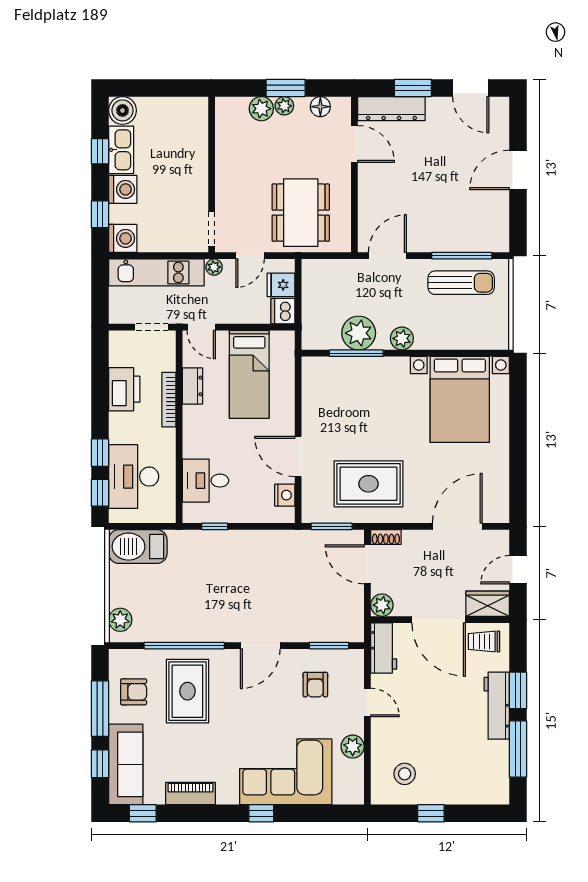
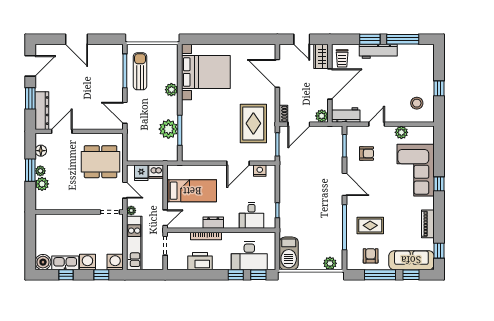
plant: (402, 338) -> (171, 90), moved
dresser: (192, 386) -> (213, 223), moved
rug: (187, 691) -> (370, 225), width x0.73, depth x0.70

